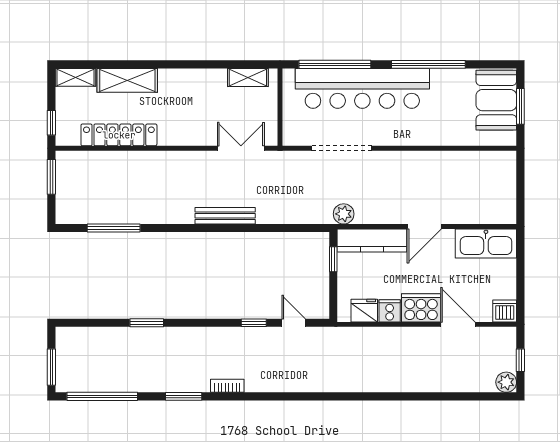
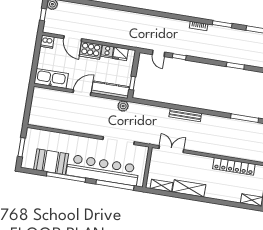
shelving: (127, 80) -> (189, 188), moved
booth: (496, 100) -> (51, 162), moved, turned 90
double door: (241, 148) -> (171, 149), swing flipped

